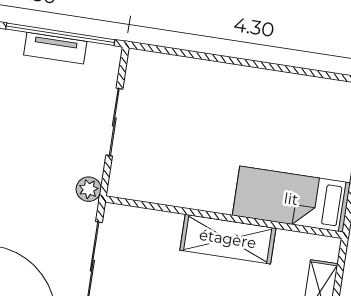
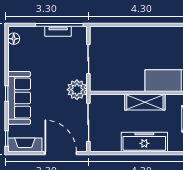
plant: (89, 189) -> (77, 90), width x1.87, depth x1.87

